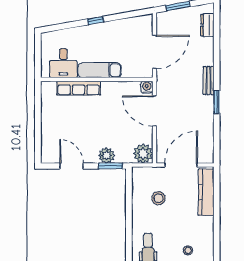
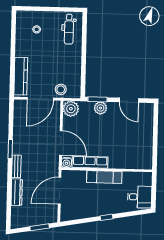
dresser: (207, 25) -> (17, 192), moved, width x1.44
desk: (63, 63) -> (140, 197), moved, turned 90
row of seats: (79, 88) -> (90, 162), moved
stool: (159, 198) -> (61, 89), moved

